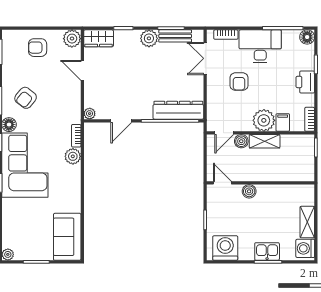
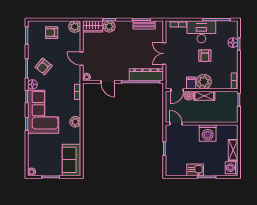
floor lamp: (307, 37) -> (233, 43), moved
plant: (149, 38) -> (109, 26), moved
double door: (205, 58) -> (164, 54), moved
door: (82, 70) -> (82, 59), moved
armchair: (239, 82) -> (205, 56), moved
printer: (305, 82) -> (232, 56), removed
door: (121, 121) -> (108, 82), hinge flipped
filing cabinet: (283, 122) -> (191, 83), moved
plant: (73, 156) -> (75, 122), moved
boiler: (249, 191) -> (194, 129), removed
washing machine: (225, 248) -> (208, 133), moved, turned 180
kitchen sink: (267, 251) -> (195, 170), moved

